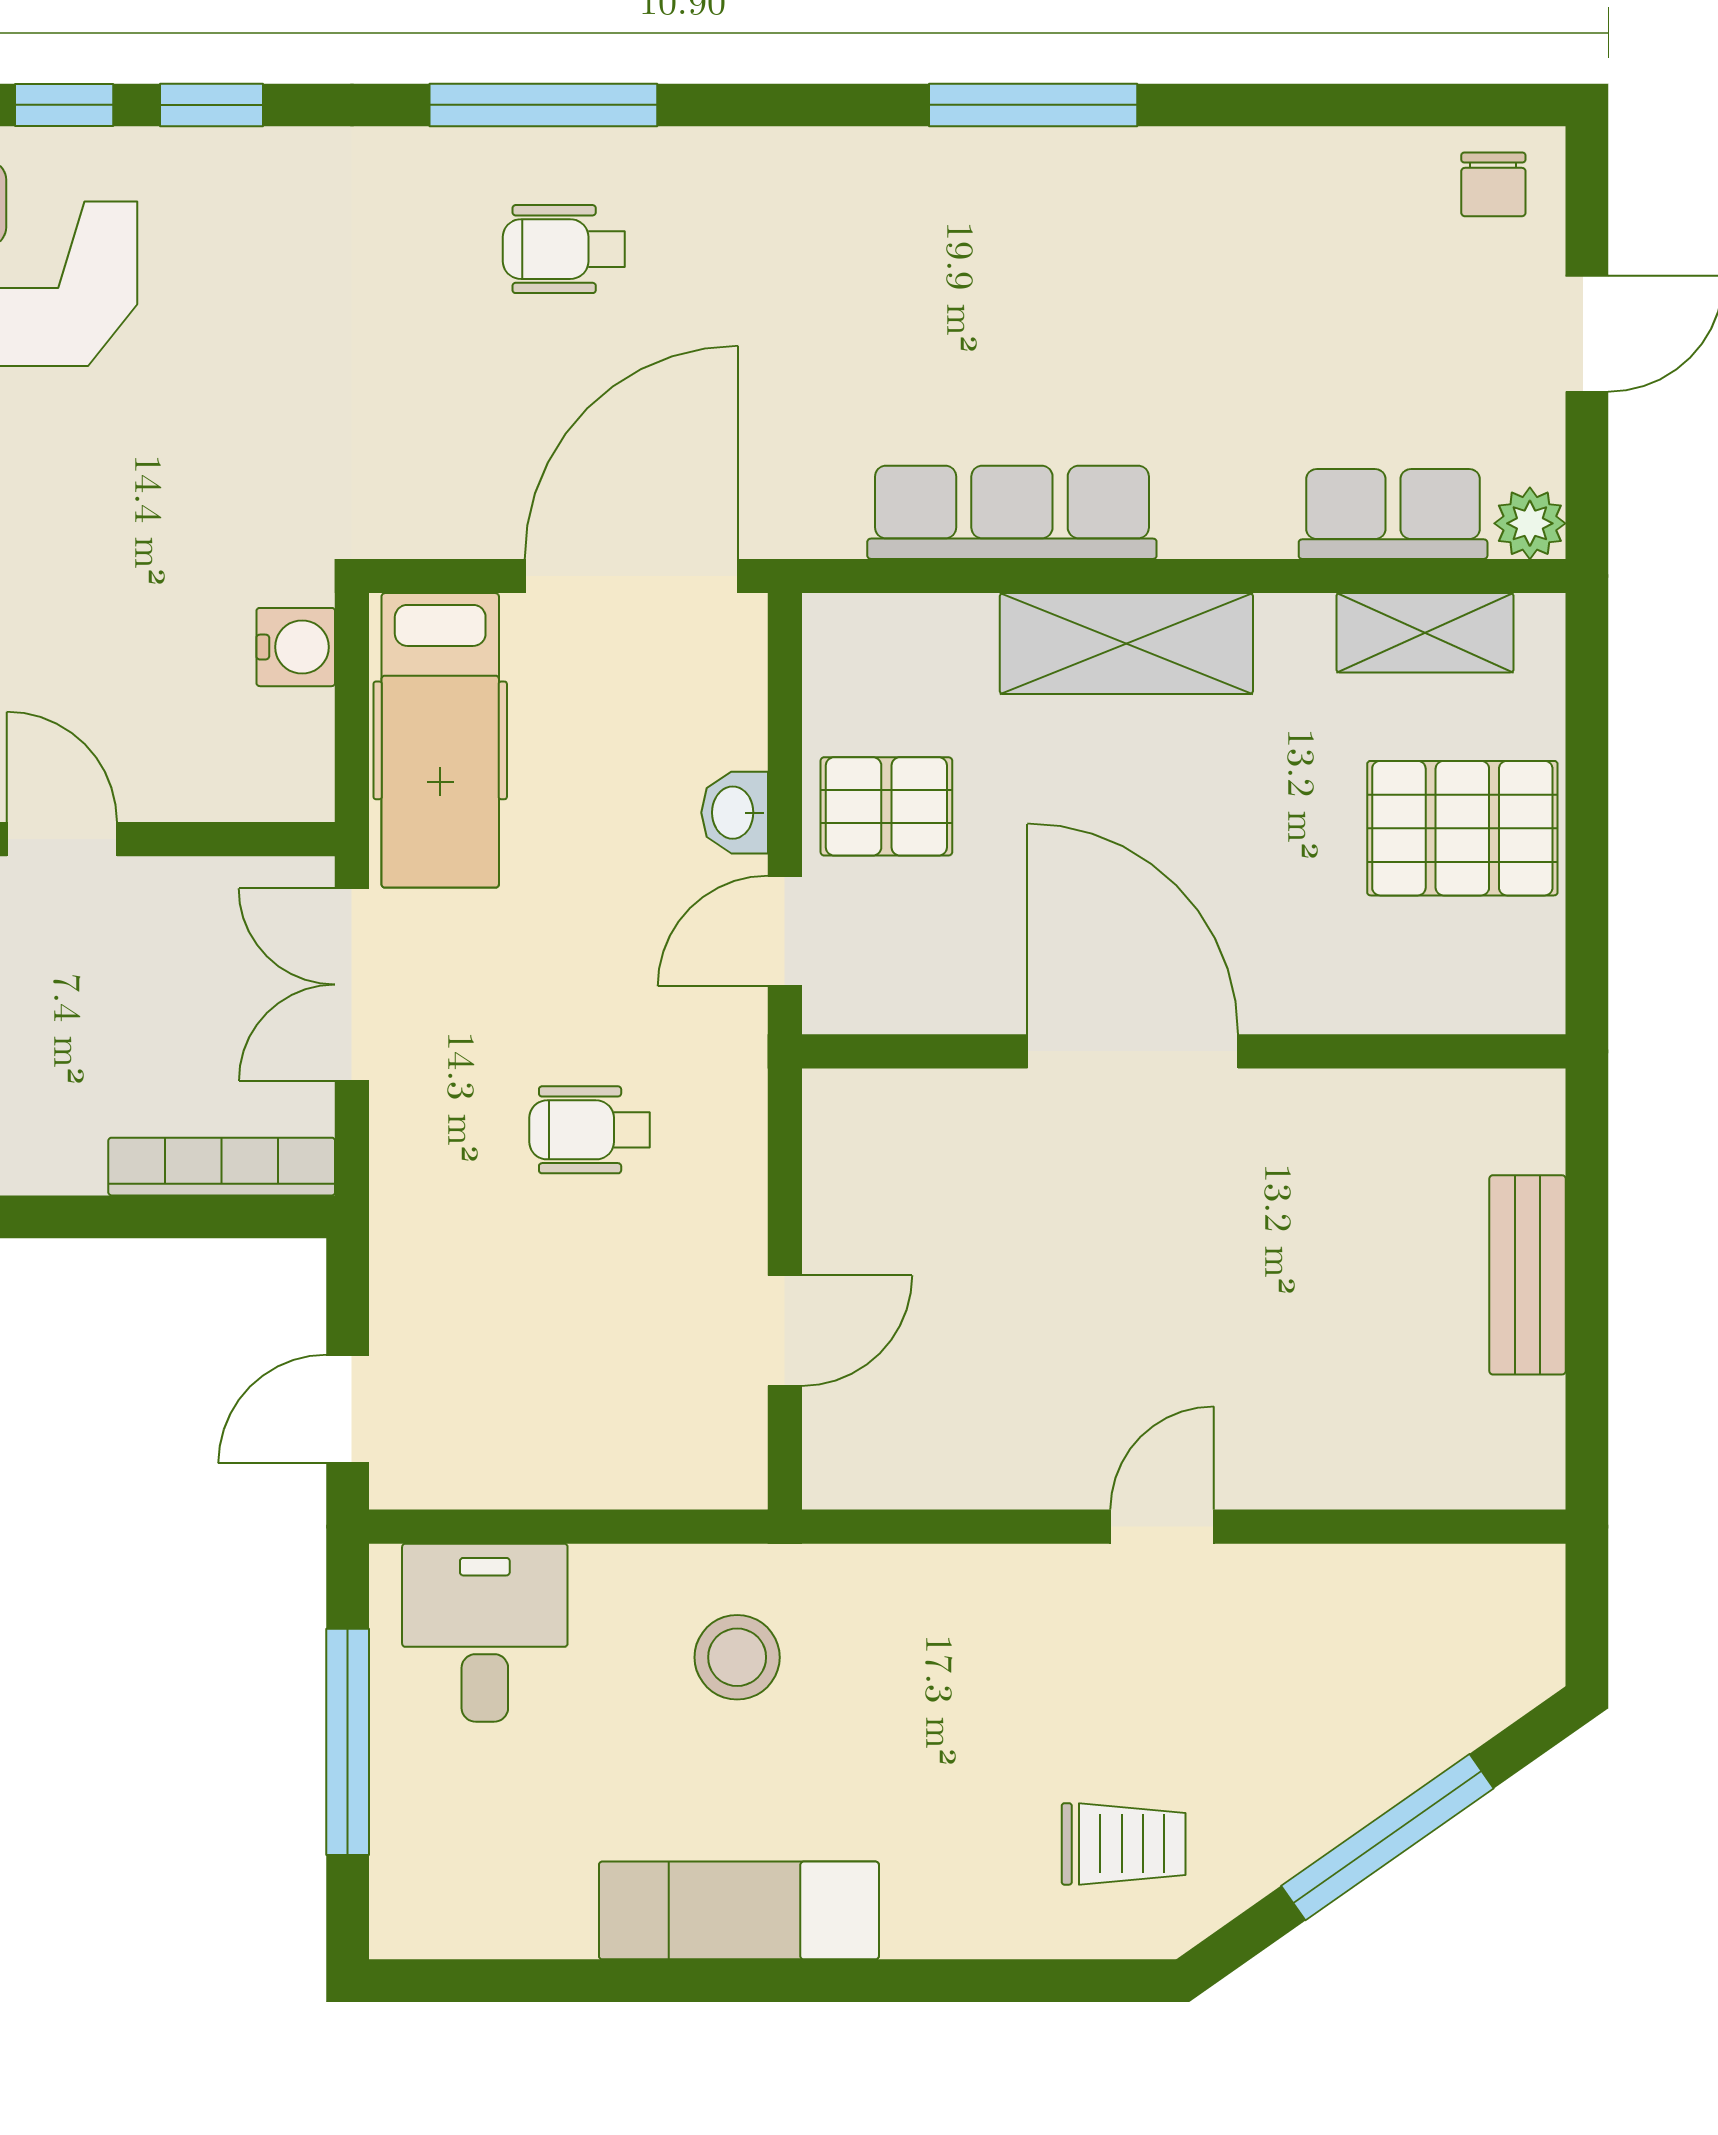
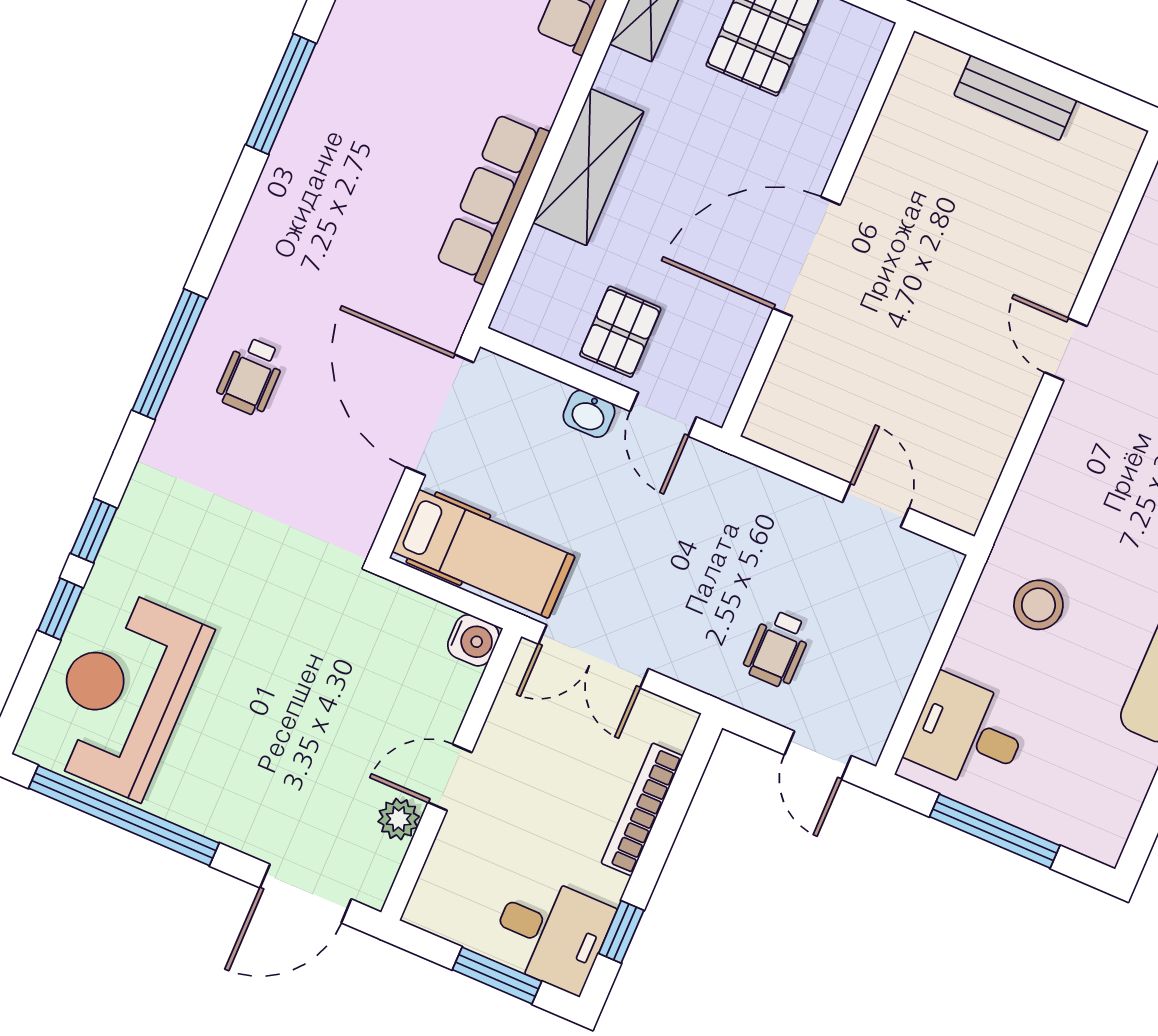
water cooler: (296, 647) -> (473, 640), moved, turned 90
wheelchair: (590, 1130) -> (777, 649), moved
bookcase: (222, 1167) -> (642, 810), moved

